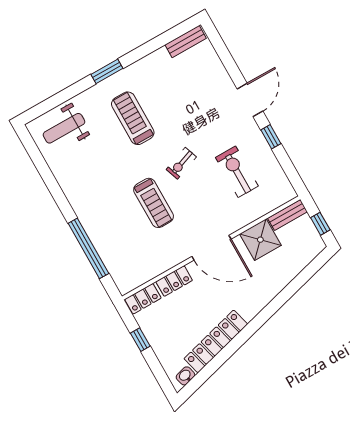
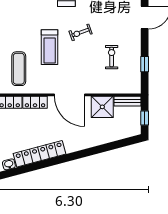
window: (271, 137) -> (145, 64), moved
exercise bike: (237, 172) -> (112, 57), width x0.73, depth x0.72
exercise mat: (131, 251) -> (19, 69), added

